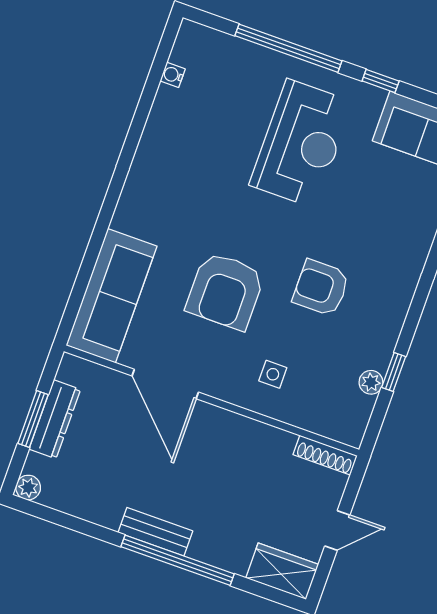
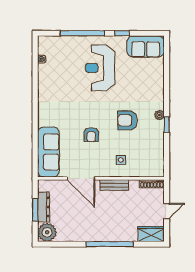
reception desk: (301, 143) -> (100, 68), turned 180
armchair: (225, 291) -> (91, 135), width x0.53, depth x0.53
window: (394, 372) -> (167, 125), moved
plant: (371, 382) -> (159, 115), moved
plant: (28, 488) -> (47, 232), width x1.88, depth x1.88
bench: (155, 532) -> (114, 185), moved

